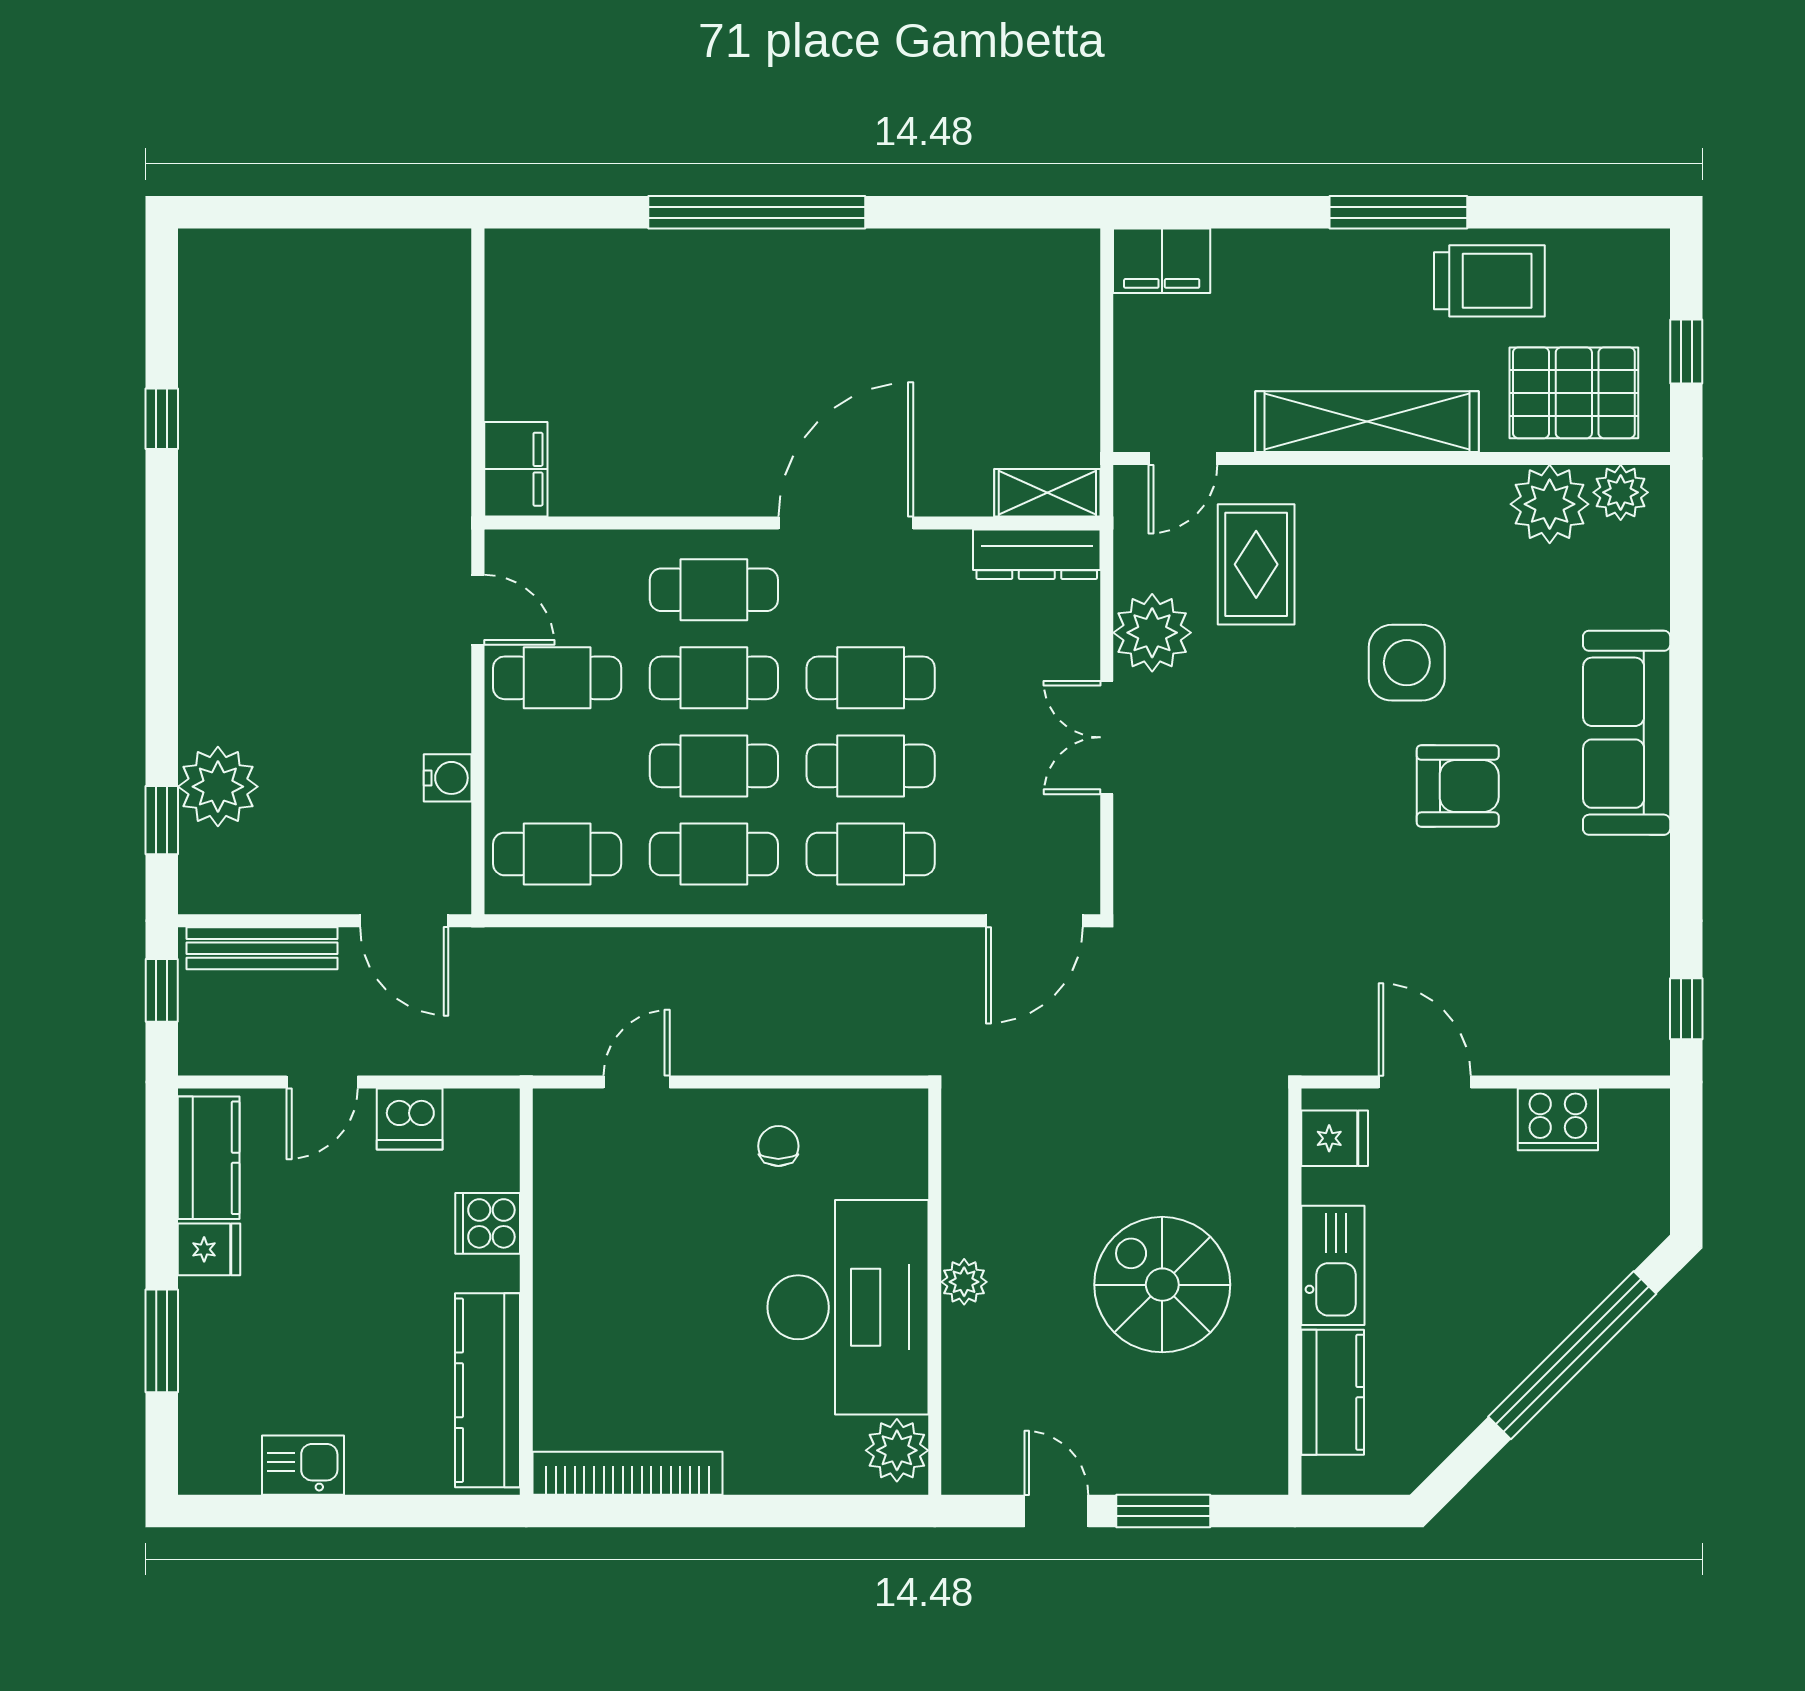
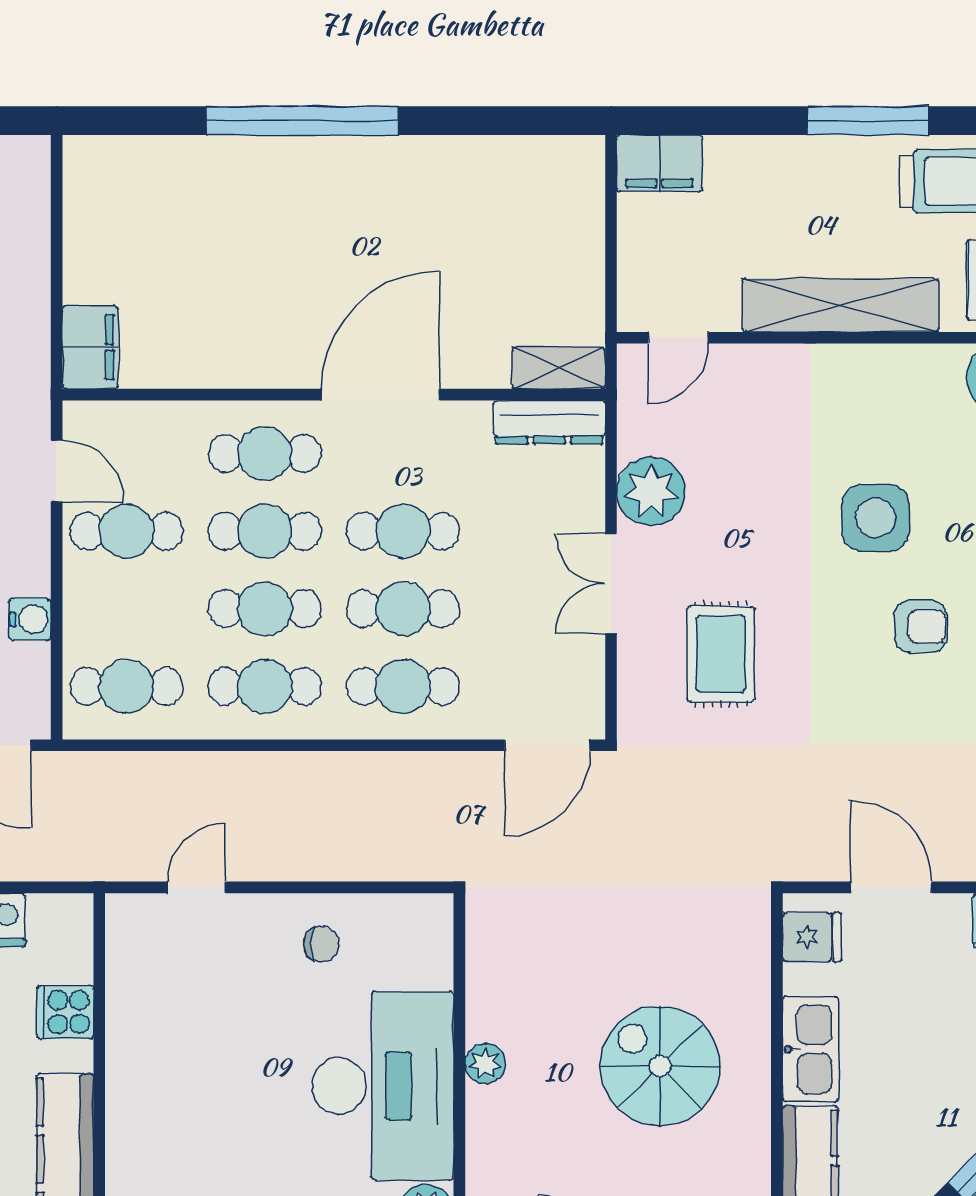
rug: (1256, 564) -> (721, 654), moved
armchair: (1458, 786) -> (920, 626), width x0.72, depth x0.72
chair: (778, 1146) -> (322, 944), turned 90

